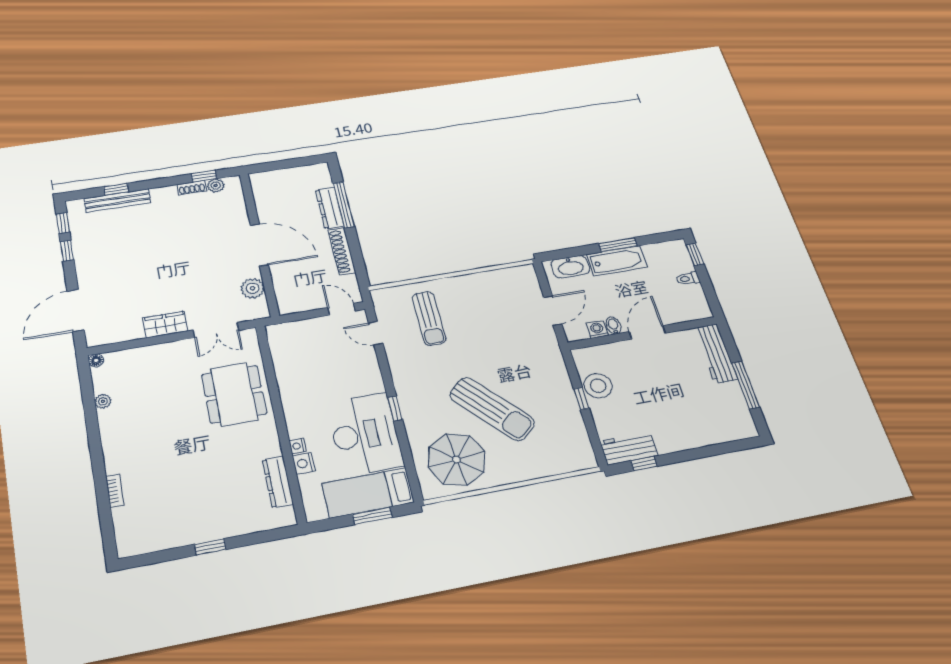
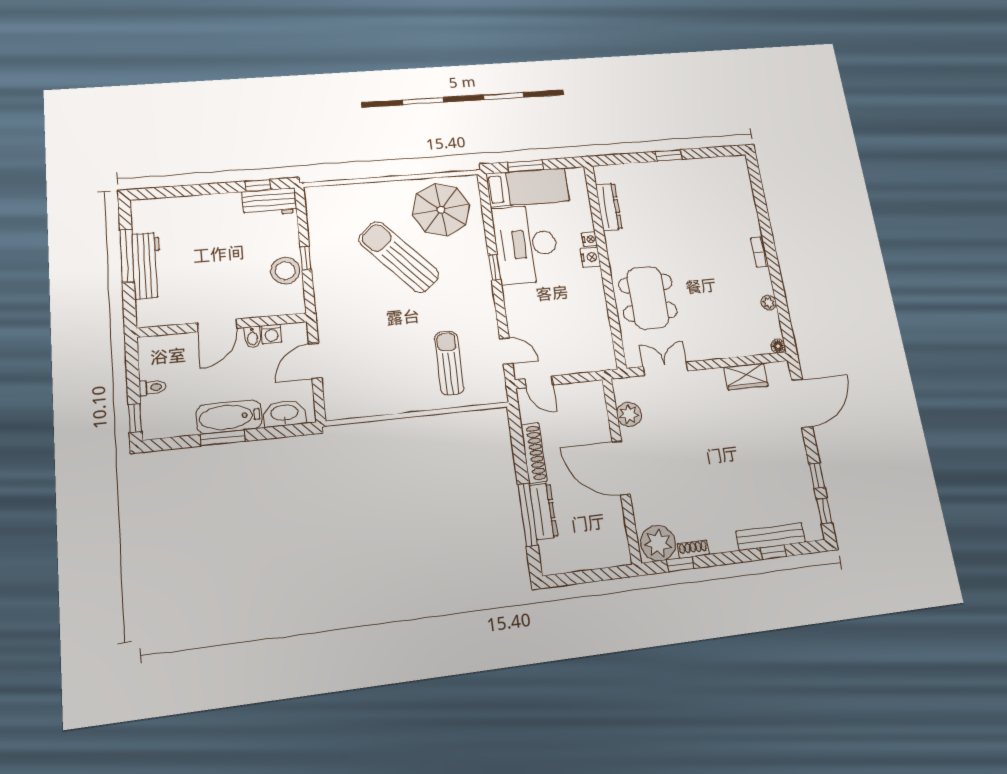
plant: (216, 186) -> (658, 543), width x1.87, depth x1.87
wardrobe: (165, 324) -> (746, 376), moved
workbench: (716, 354) -> (147, 266), moved
nightstand: (304, 463) -> (590, 257), moved
bookcase: (115, 491) -> (760, 252), moved

